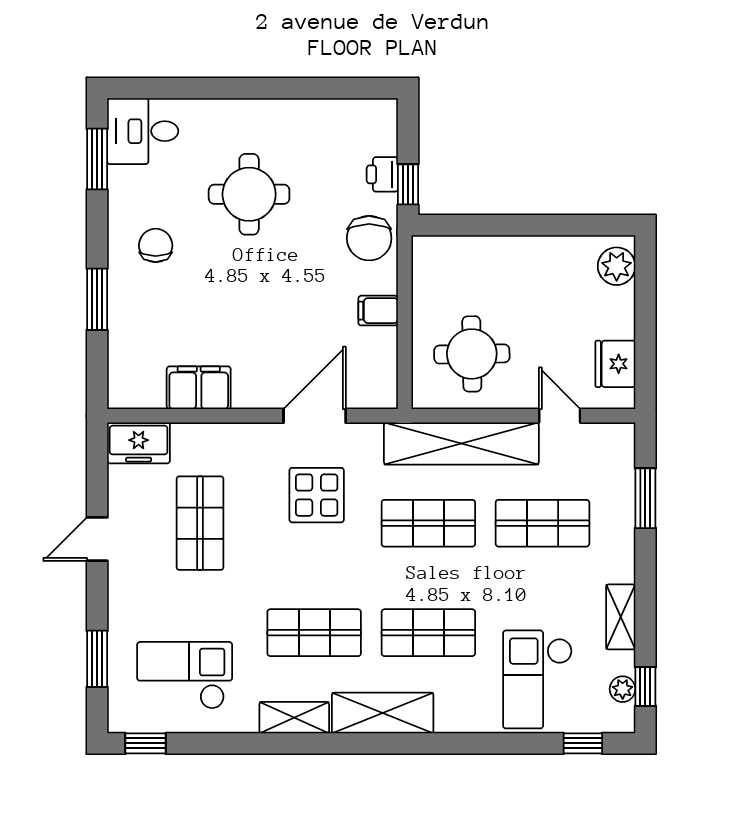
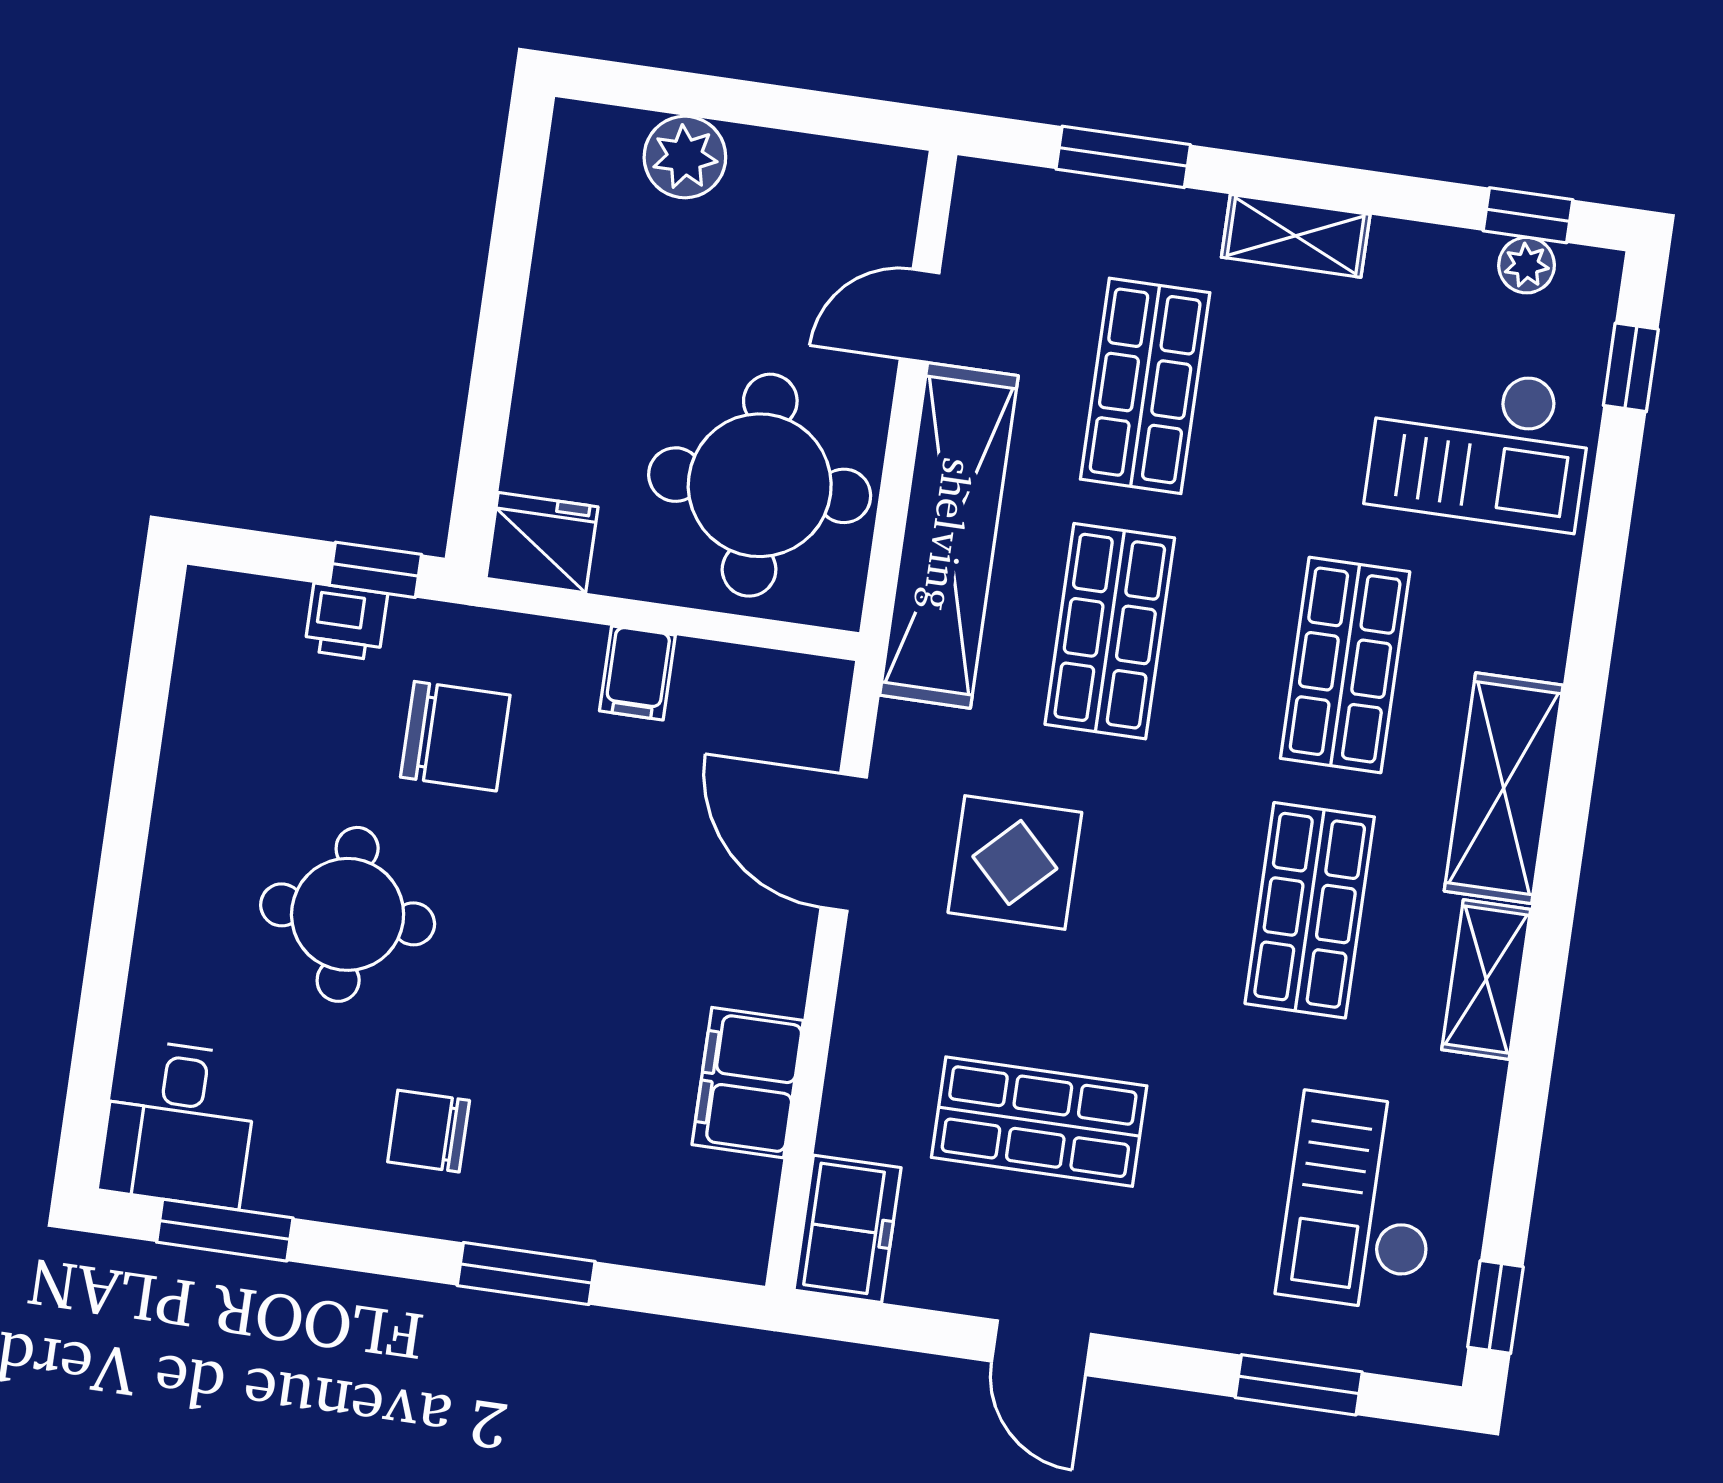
chair: (369, 238) -> (455, 736), moved
plant: (617, 266) -> (685, 157), moved
round table: (472, 354) -> (760, 485), width x1.36, depth x1.36
fridge: (615, 364) -> (542, 543), moved, turned 180
shelving: (621, 617) -> (1296, 236), moved

